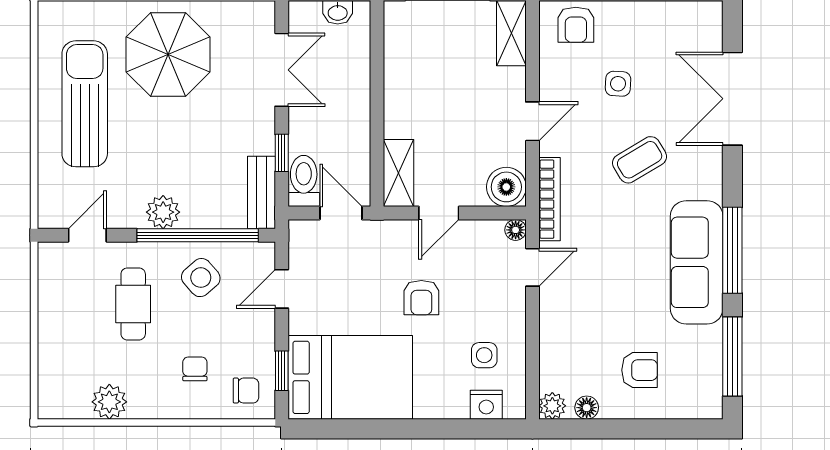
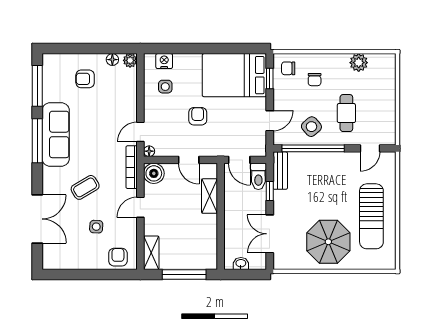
shelving: (398, 173) -> (210, 196), moved
plant: (163, 212) -> (331, 160), removed
door: (439, 213) -> (189, 160), swing flipped

